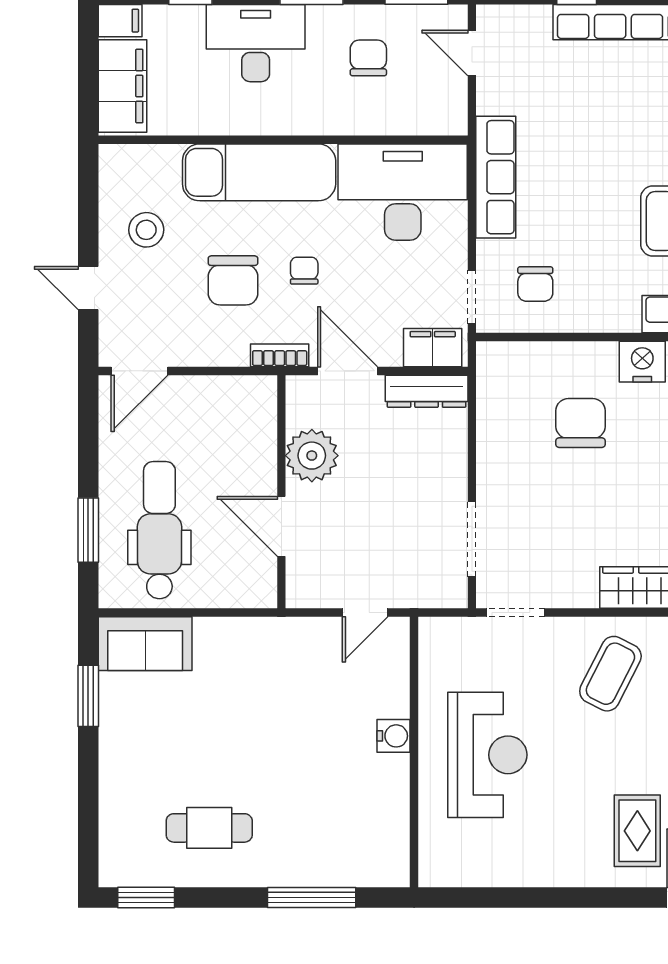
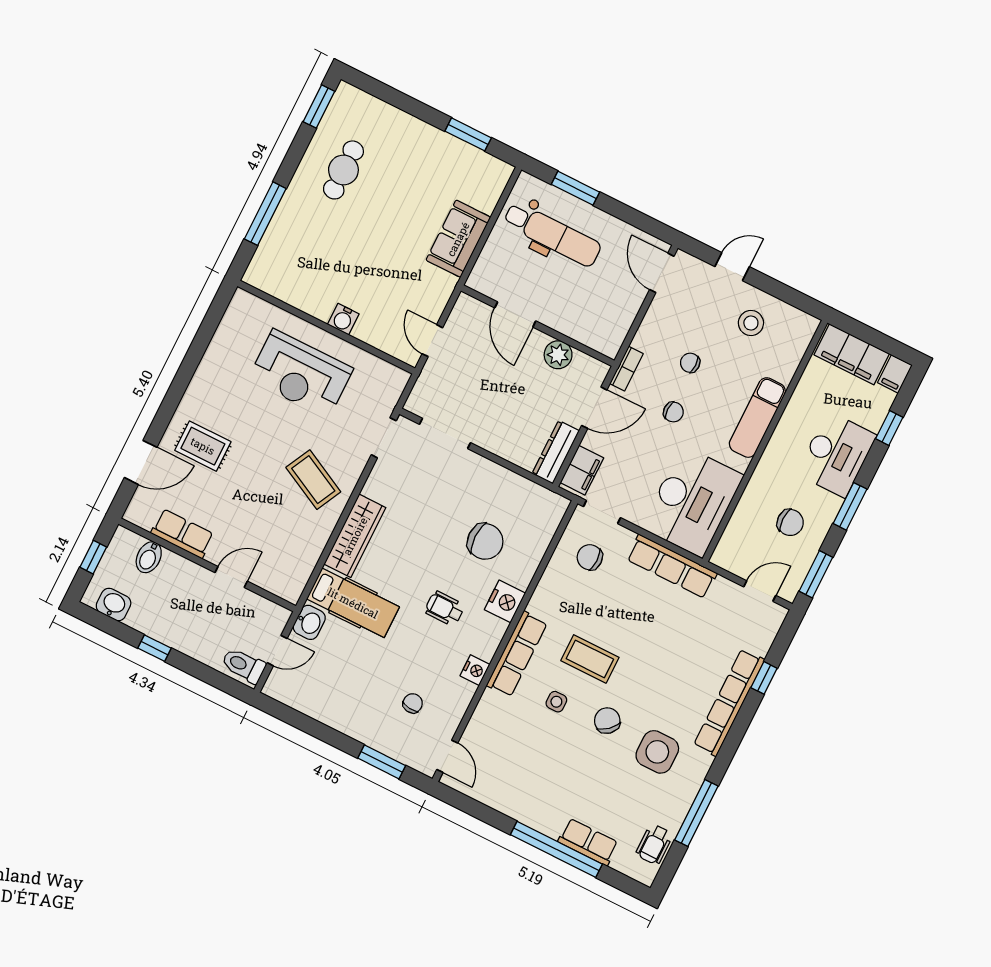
exam couch: (259, 172) -> (757, 418), width x0.73, depth x0.69
chair: (233, 280) -> (690, 363), width x0.54, depth x0.54
plant: (312, 456) -> (558, 355), width x0.73, depth x0.73
door: (281, 526) -> (515, 314), swing flipped
sofa: (145, 644) -> (458, 239), moved

